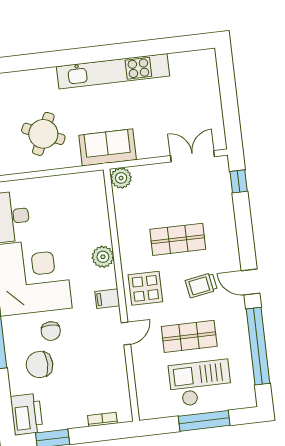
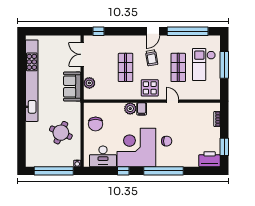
kitchen unit: (113, 71) -> (32, 81), width x1.36
sofa: (108, 147) -> (72, 87), moved
plant: (121, 178) -> (89, 83), moved
filing cabinet: (107, 299) -> (142, 109), moved
chair: (40, 365) -> (96, 124), moved

